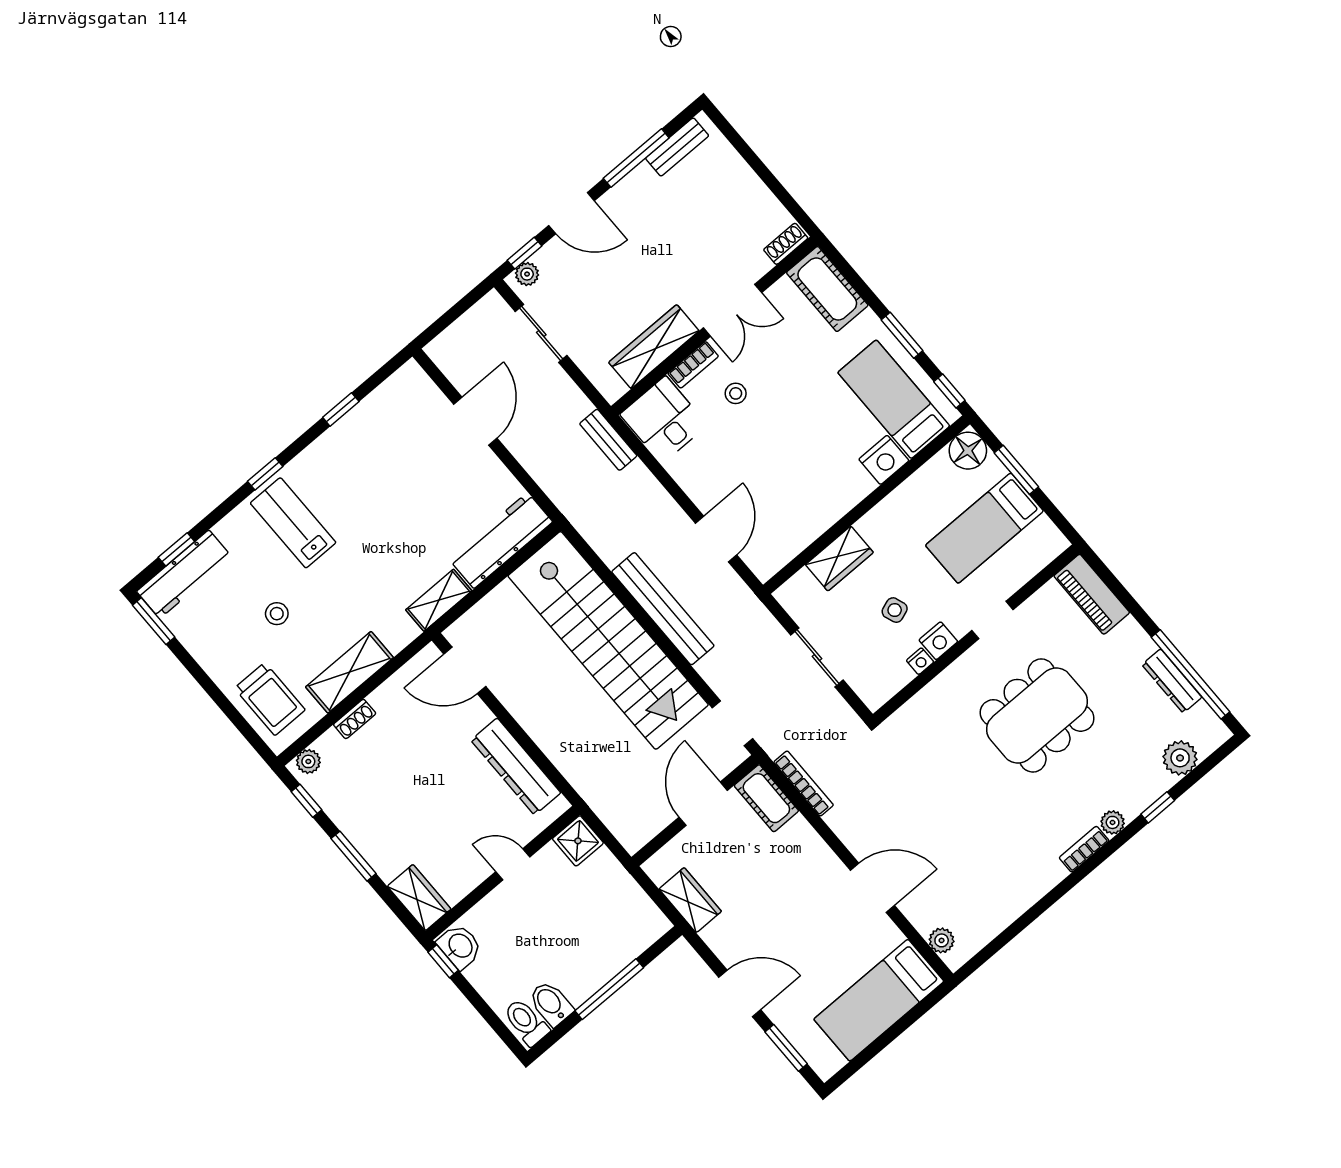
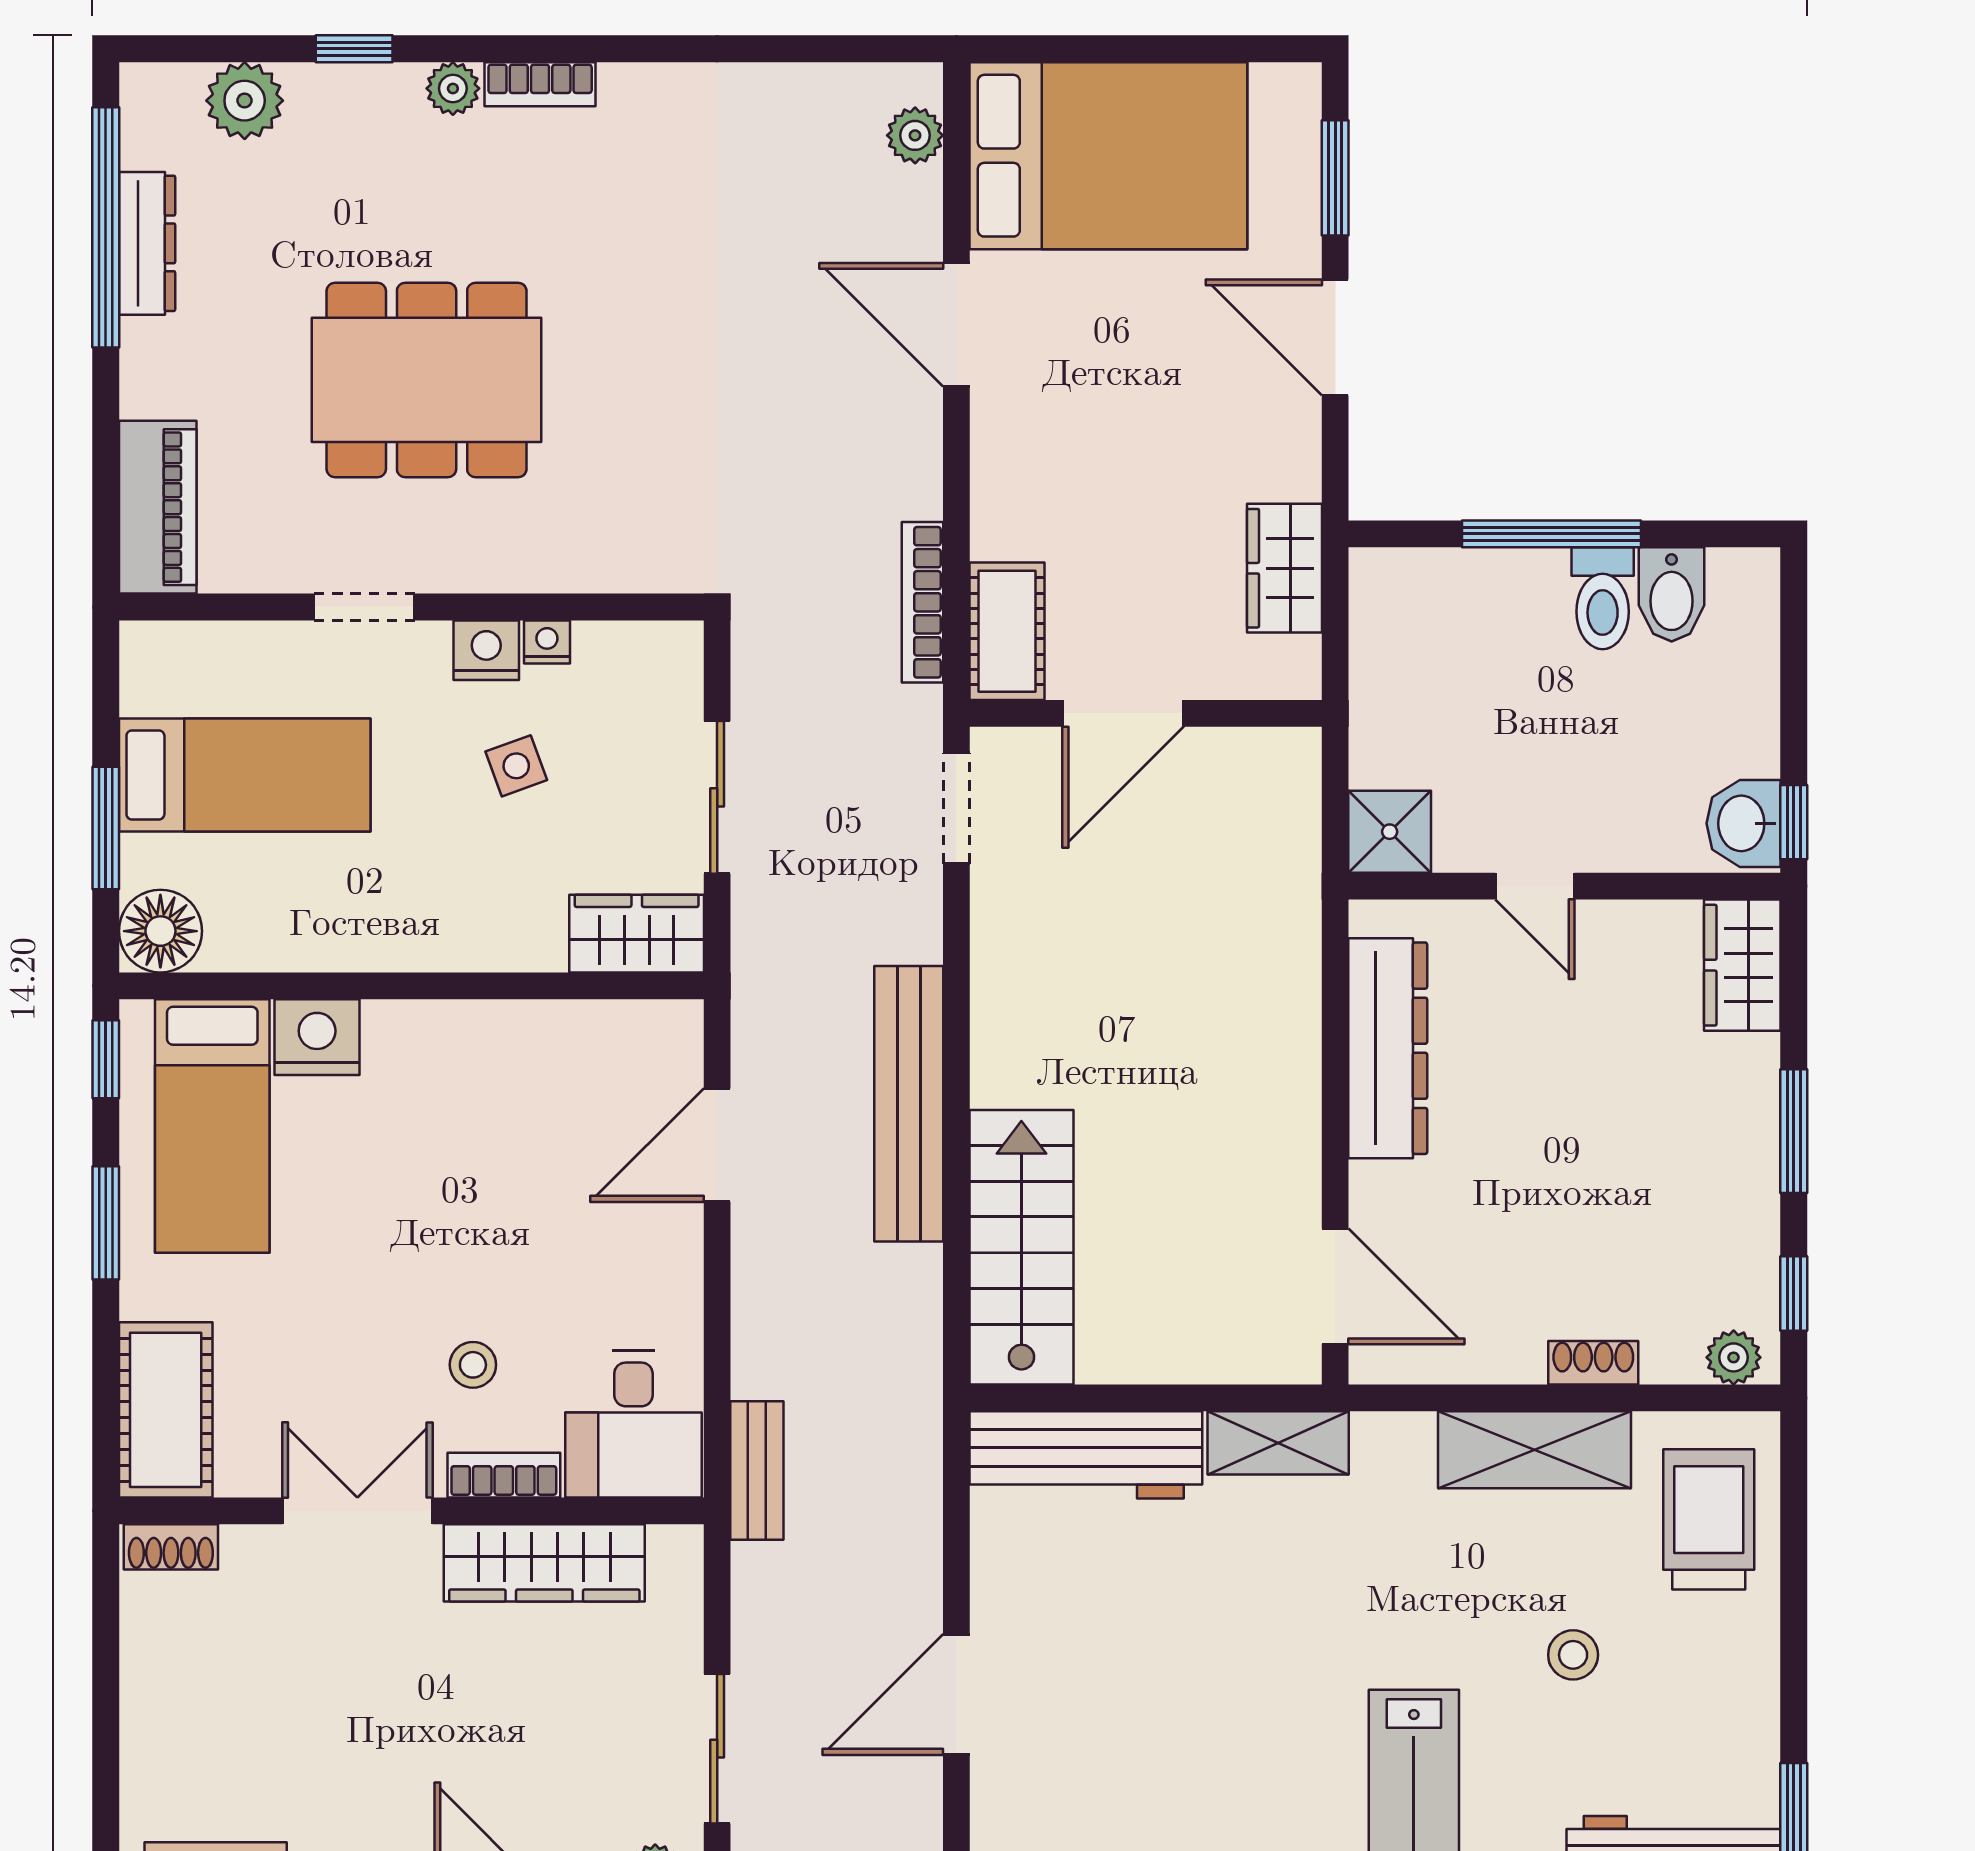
wardrobe: (839, 559) -> (637, 934), moved
stairs: (608, 640) -> (1021, 1247), width x0.54, depth x0.66
bed: (879, 1000) -> (1108, 156), width x1.50
toilet: (526, 1022) -> (1603, 598), moved

